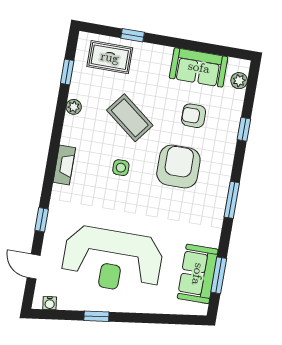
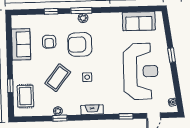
window: (67, 72) -> (60, 118), moved
plant: (239, 81) -> (83, 18), moved
window: (232, 200) -> (81, 11), moved
window: (219, 275) -> (137, 9), removed
window: (96, 316) -> (172, 55), moved

